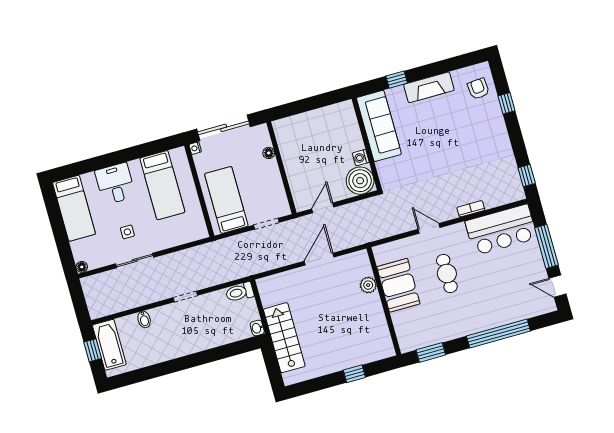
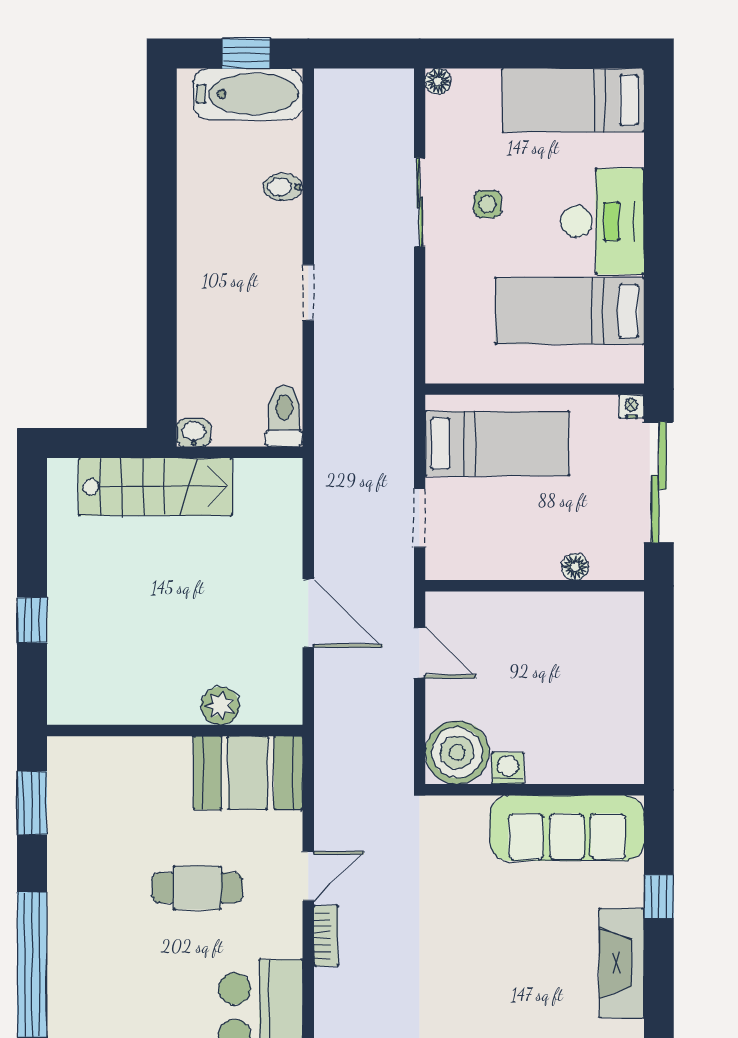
desk: (115, 184) -> (602, 221), width x1.37
bookcase: (471, 209) -> (326, 936), moved
booth: (398, 285) -> (248, 773), moved

